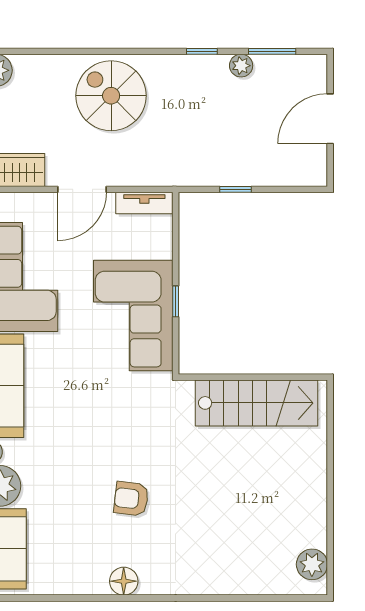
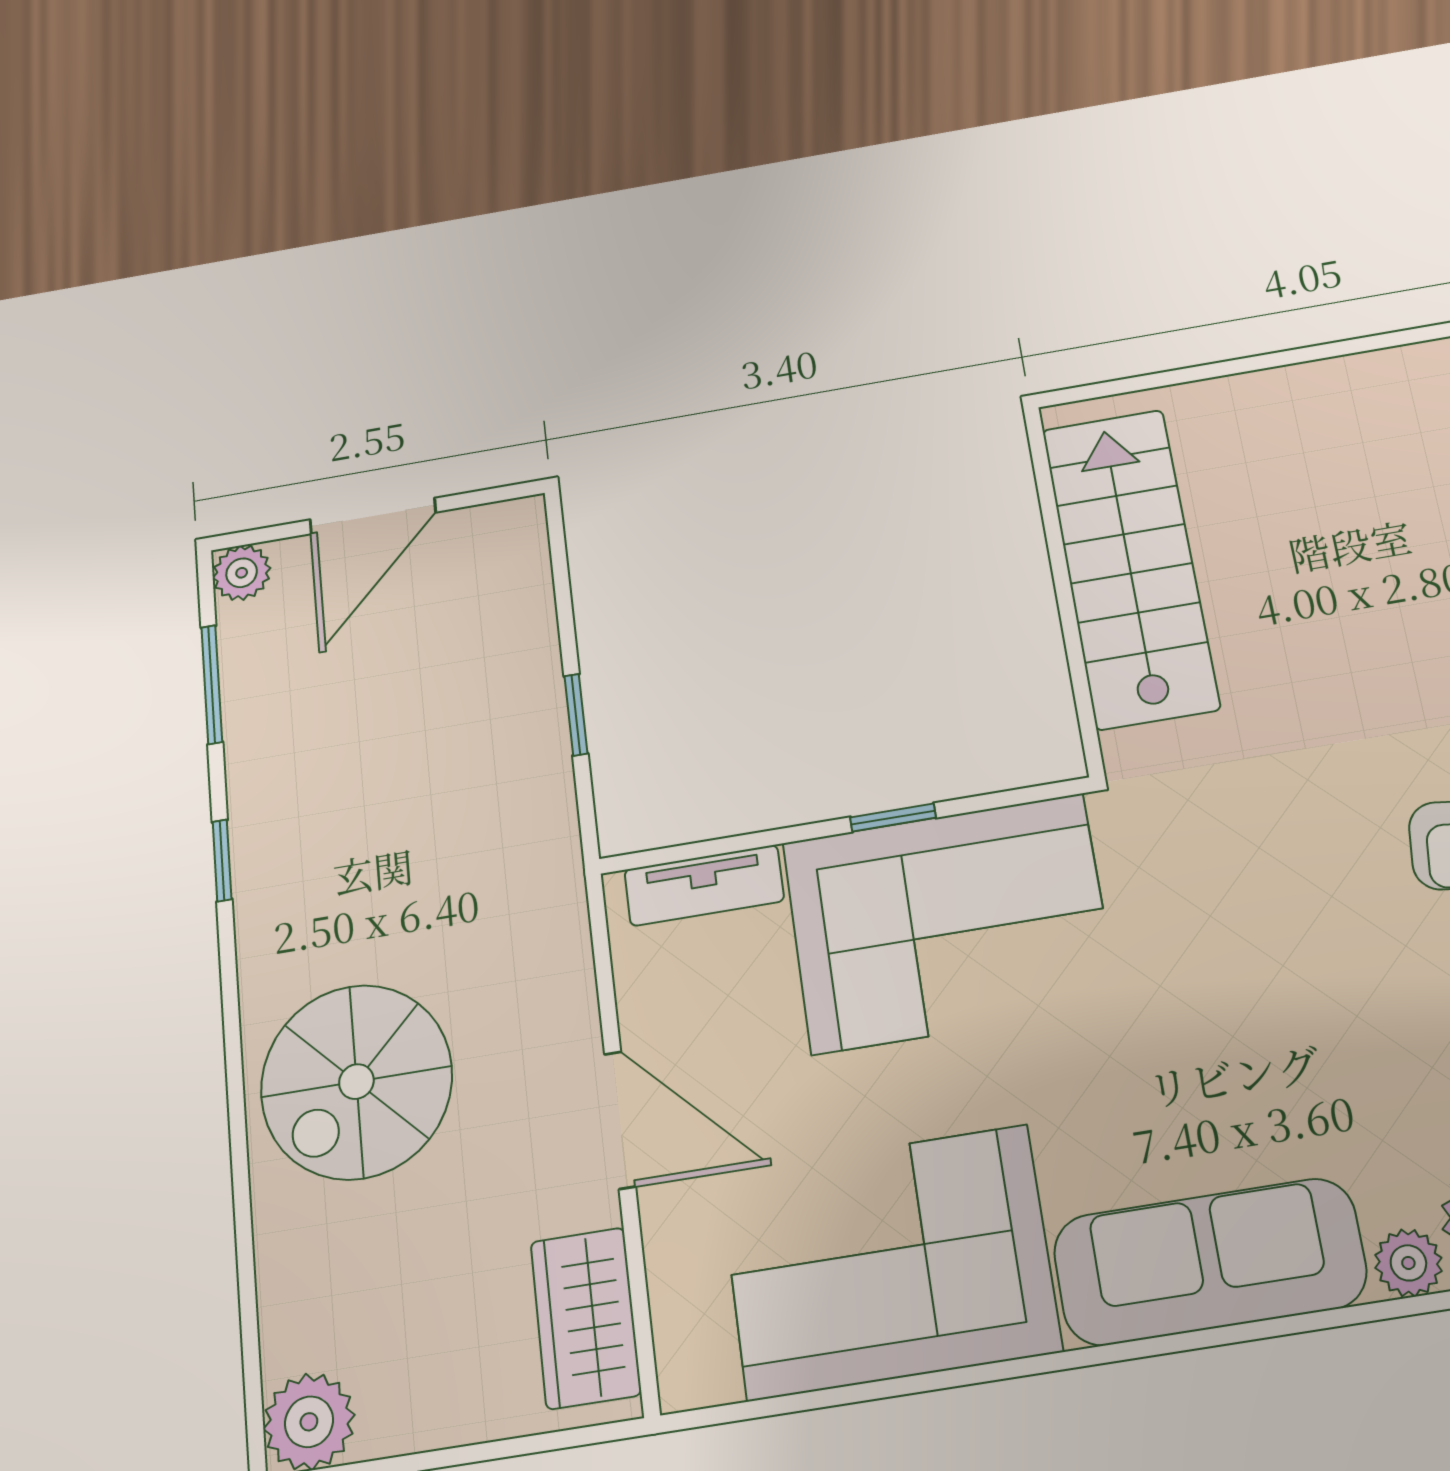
plant: (241, 66) -> (242, 573), moved
door: (330, 119) -> (373, 516), hinge flipped
tv unit: (144, 203) -> (704, 885), moved, turned 90

